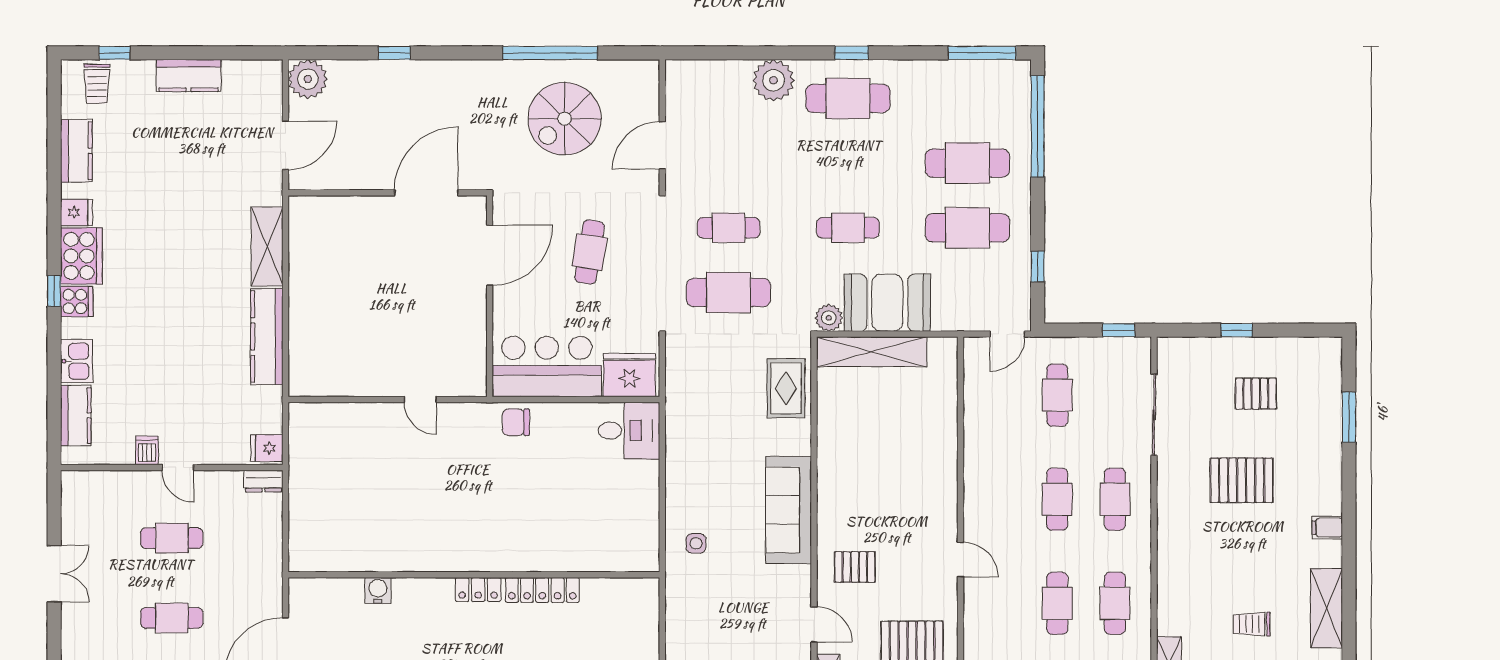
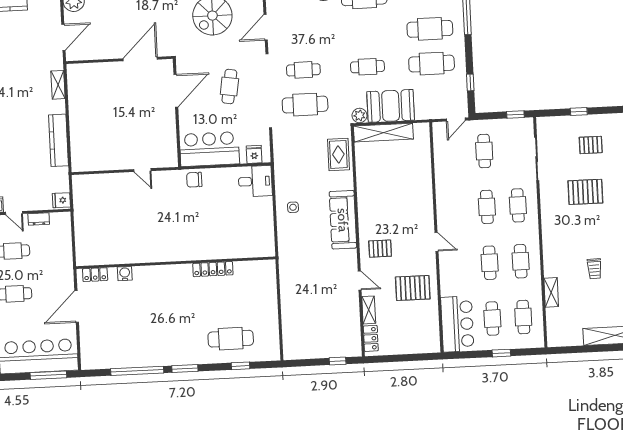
shelving: (267, 247) -> (58, 85), width x0.67, depth x0.75
fridge: (629, 375) -> (254, 154), width x0.53, depth x0.75
dresser: (264, 481) -> (39, 219), moved
side table: (696, 543) -> (293, 207), moved
locker: (478, 590) -> (95, 275), moved
trolley: (1252, 624) -> (594, 269), turned -92

